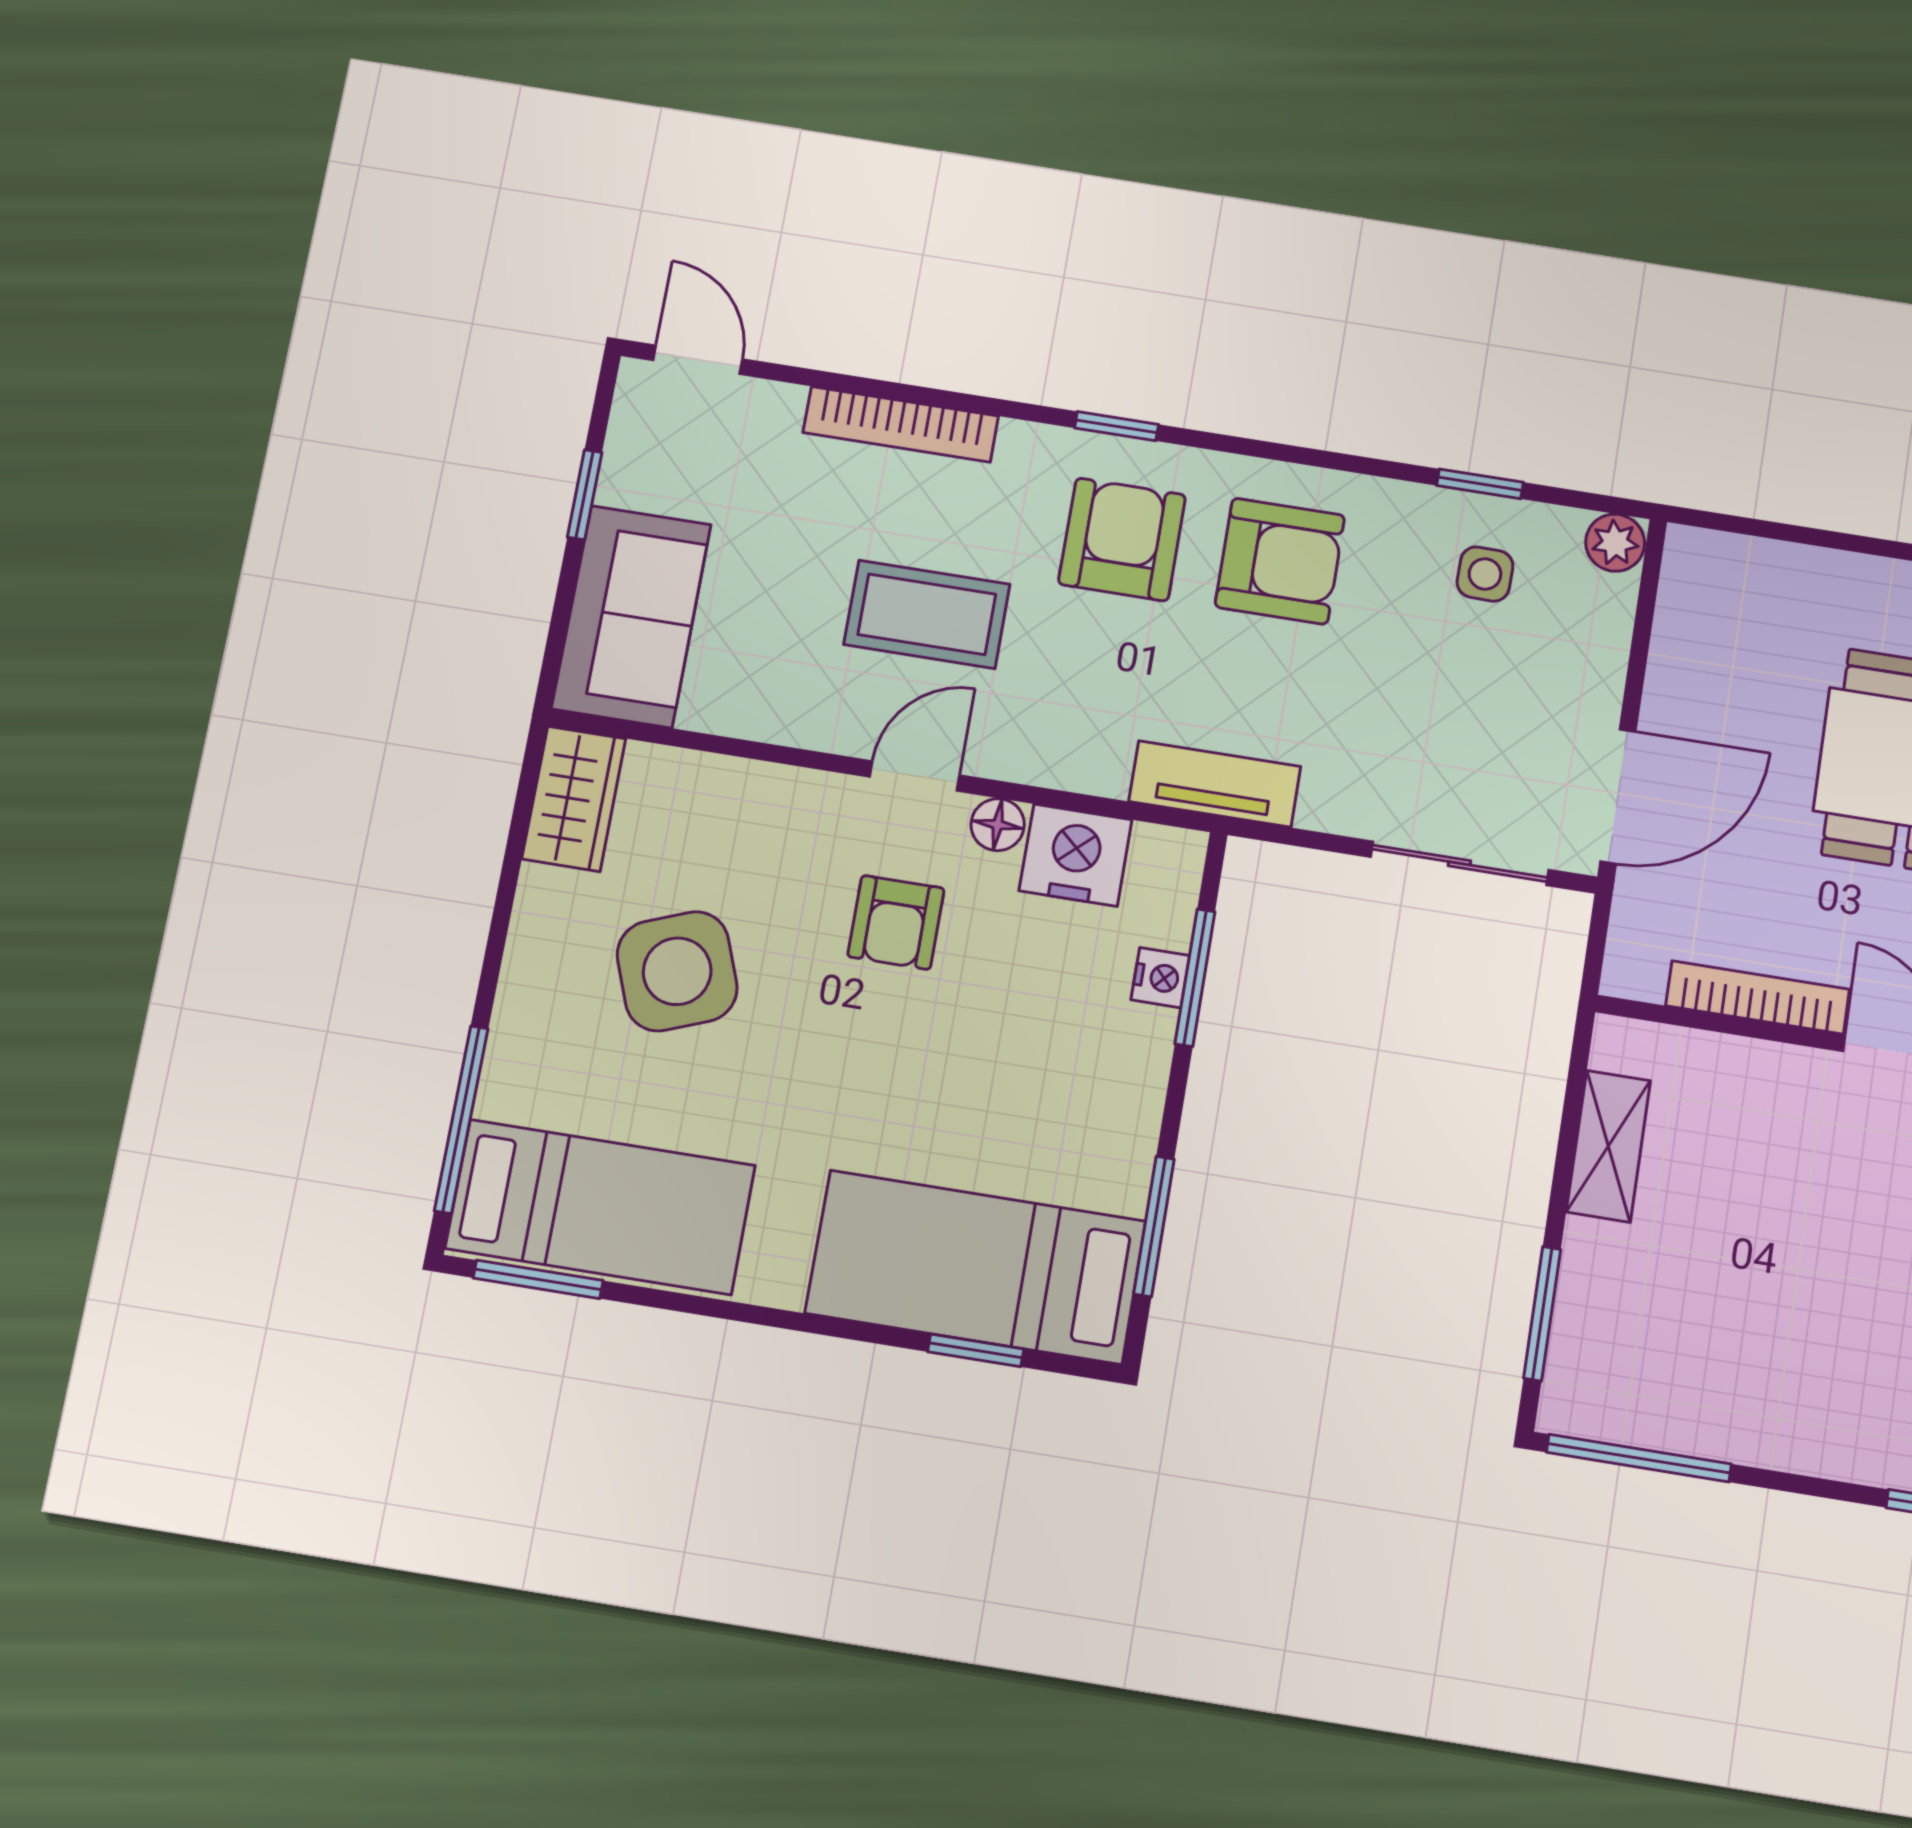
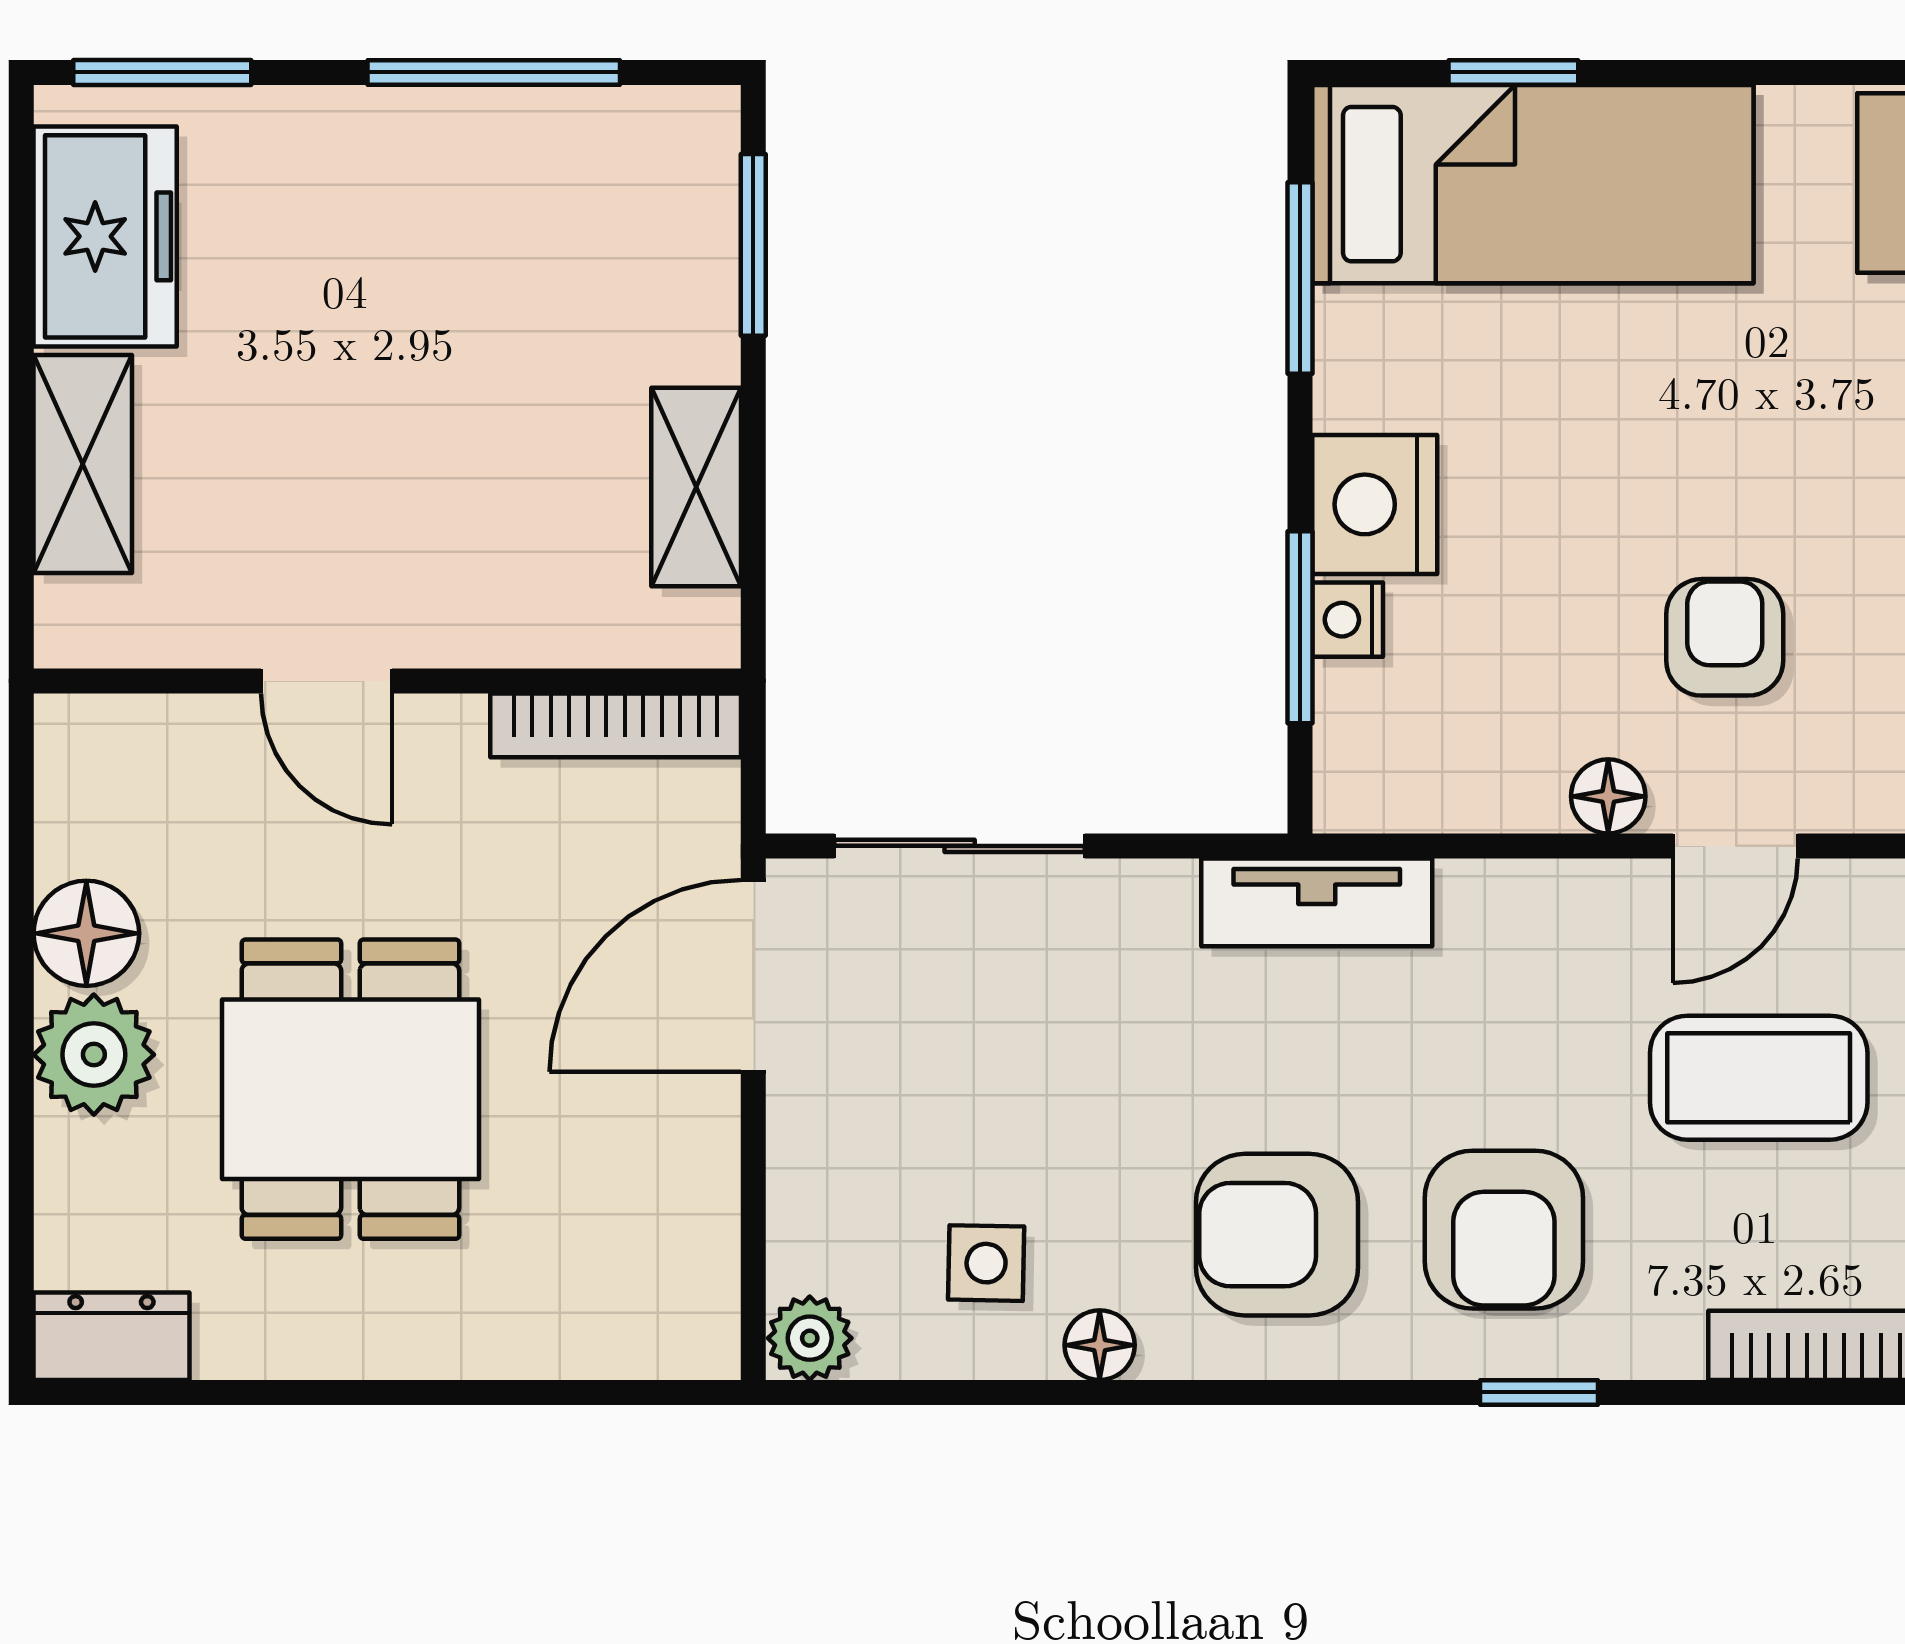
window: (1480, 484) -> (1013, 1392), removed
floor lamp: (1415, 506) -> (1100, 1345), added
nightstand: (1075, 855) -> (1375, 504), moved, turned 90
bookcase: (1758, 997) -> (616, 725), moved
window: (1639, 1458) -> (494, 72), moved

